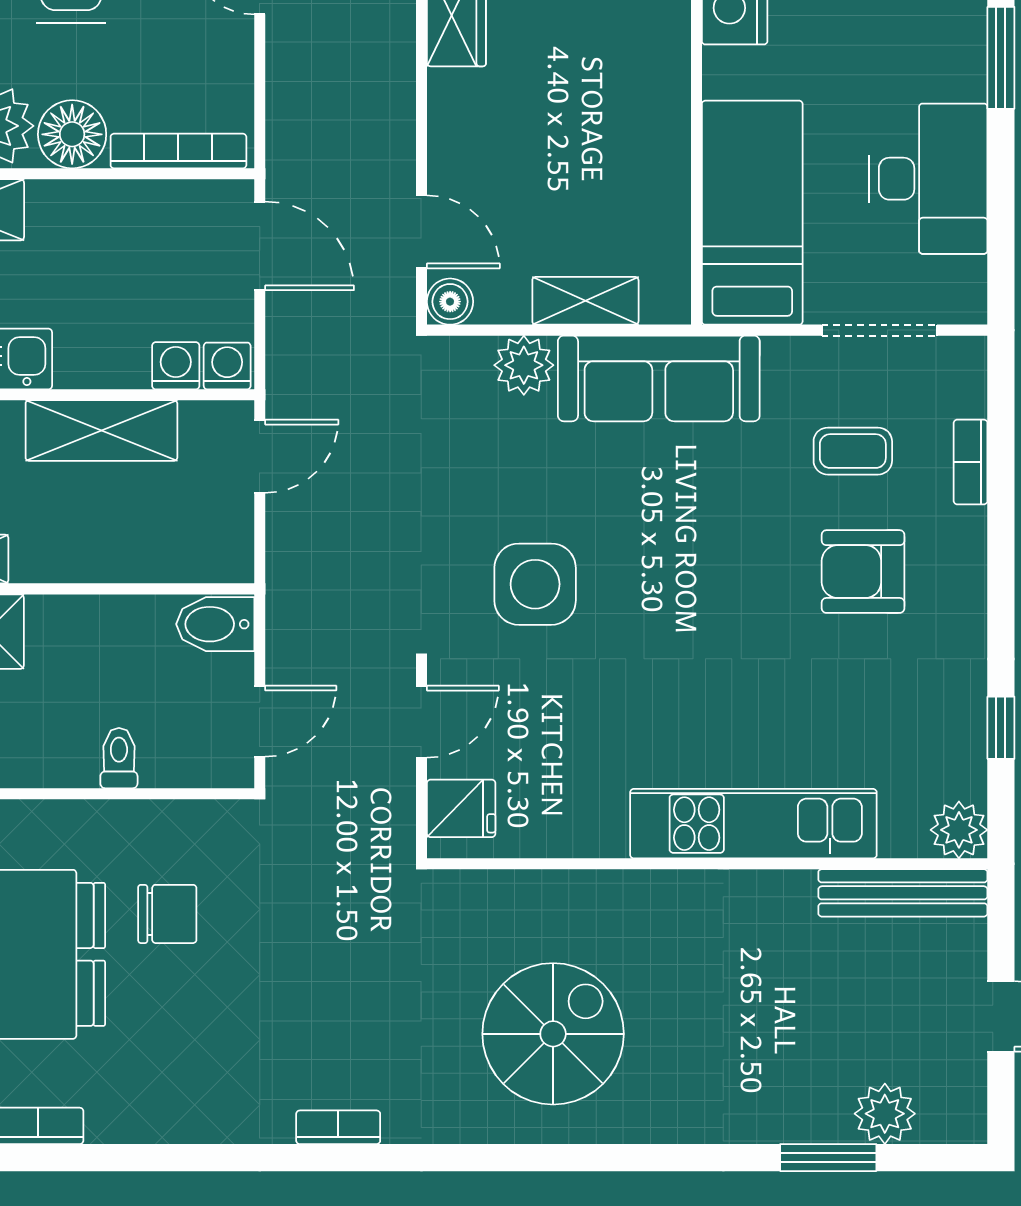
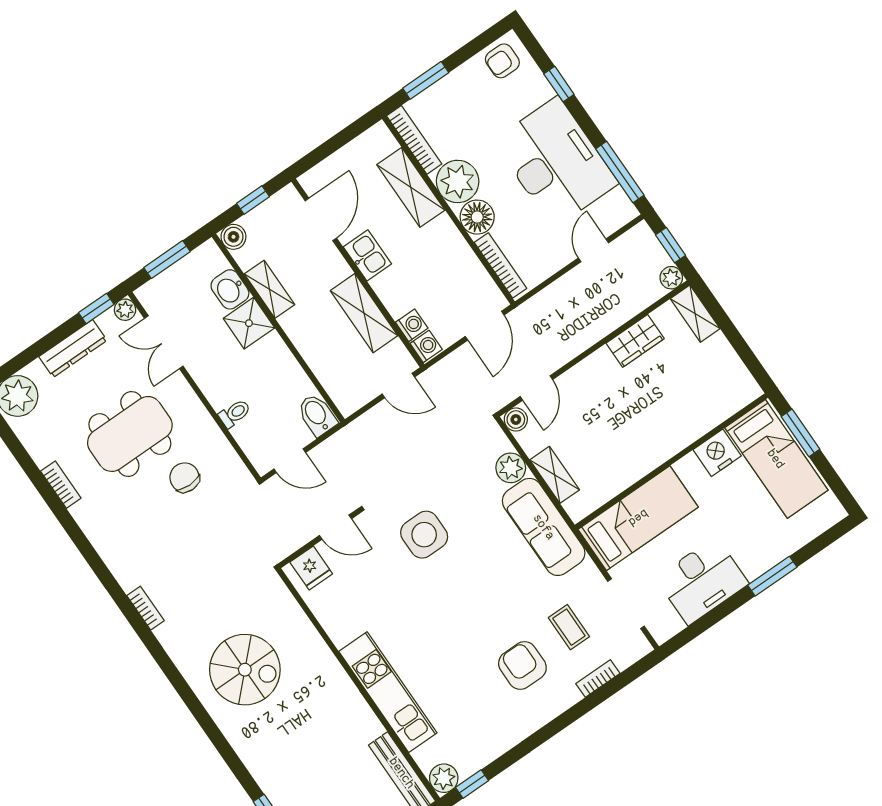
window: (1001, 728) -> (472, 784), moved
chair: (167, 914) -> (184, 477), turned 180

